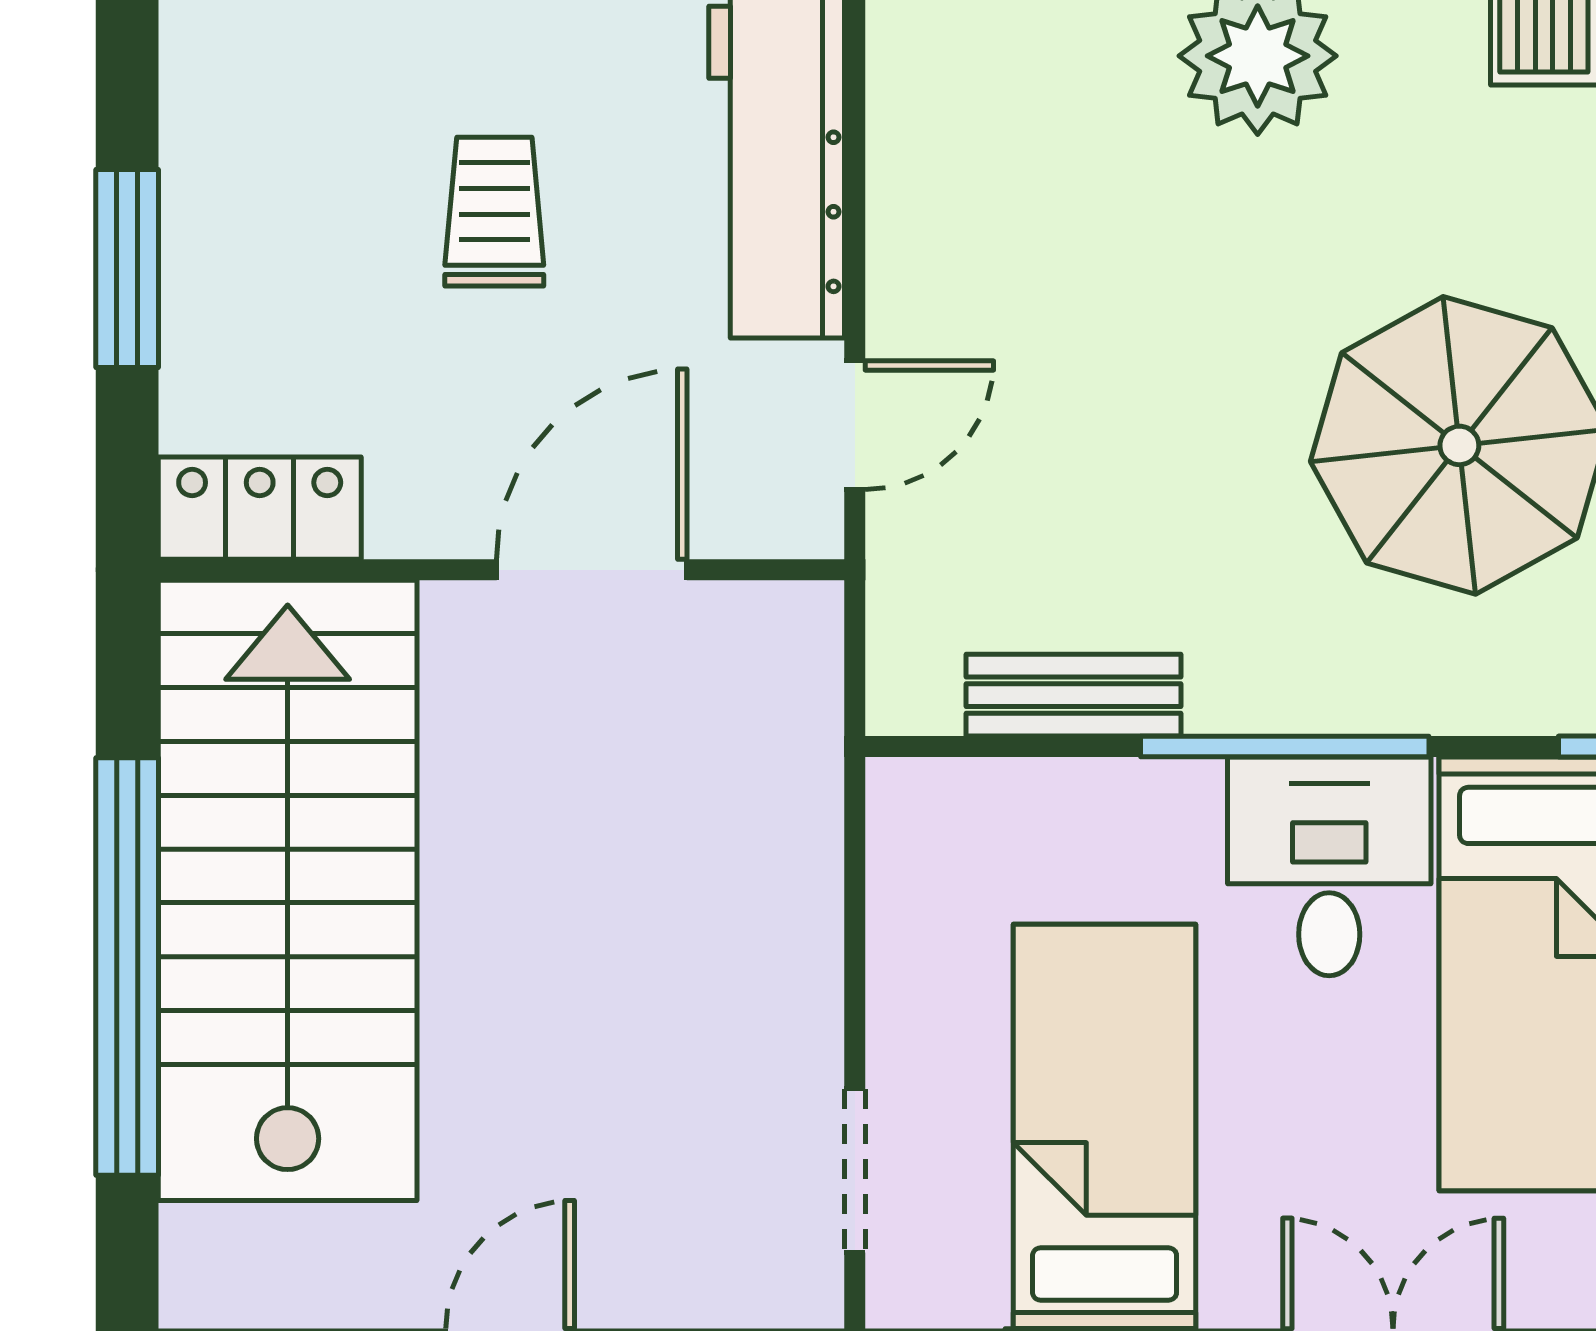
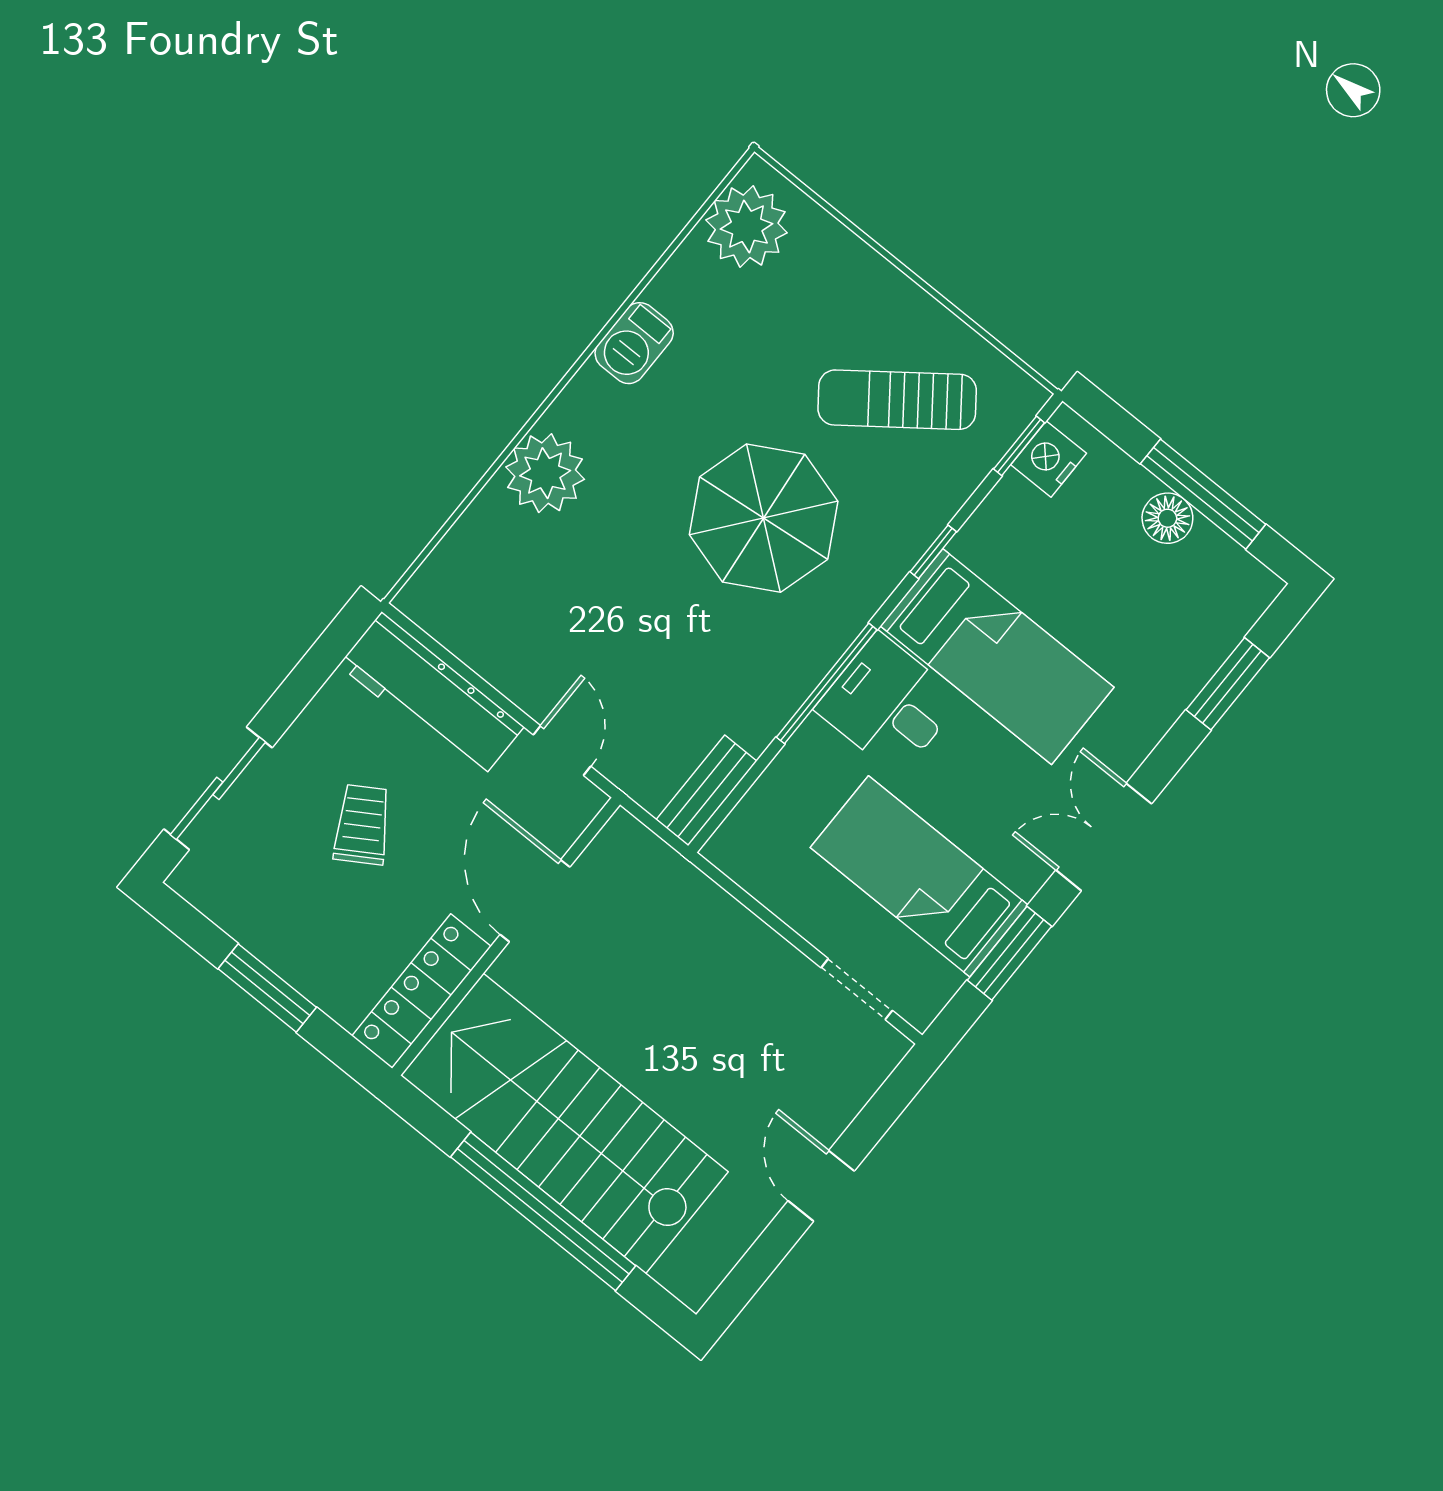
trolley: (494, 212) -> (362, 825), turned 58
locker: (260, 508) -> (421, 991), width x1.53
bench: (1074, 695) -> (706, 790), moved

